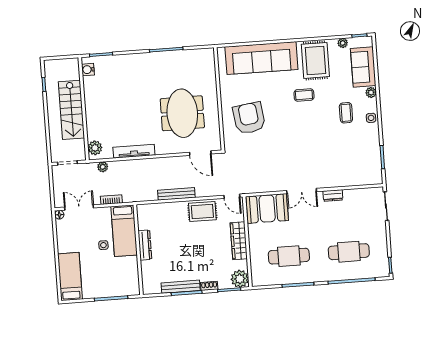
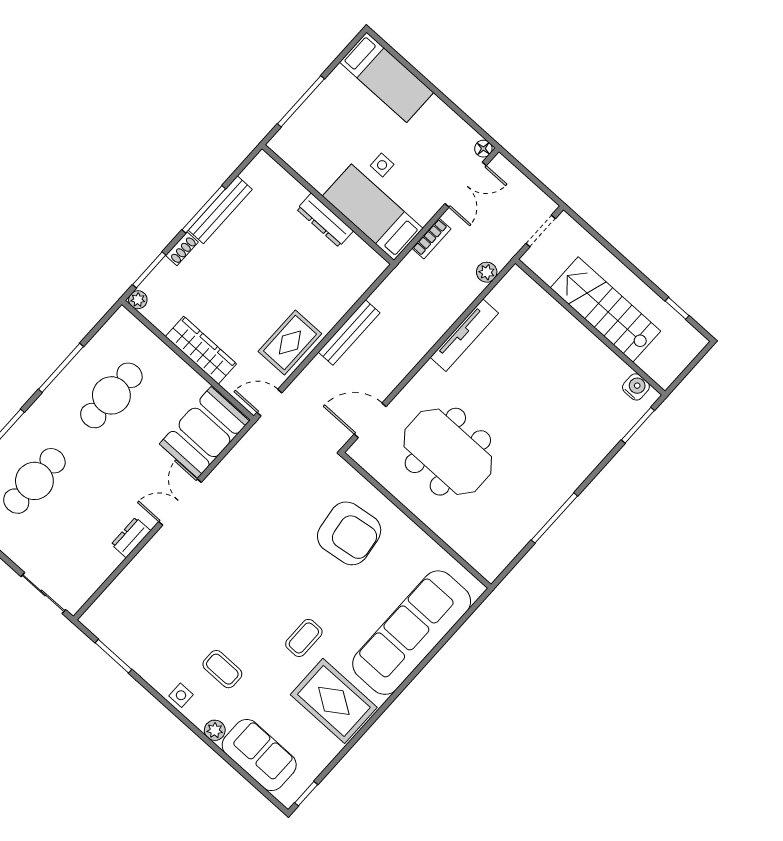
plant: (343, 43) -> (319, 761), removed
plant: (95, 148) -> (523, 288), removed
plant: (240, 279) -> (138, 300), width x0.53, depth x0.53

